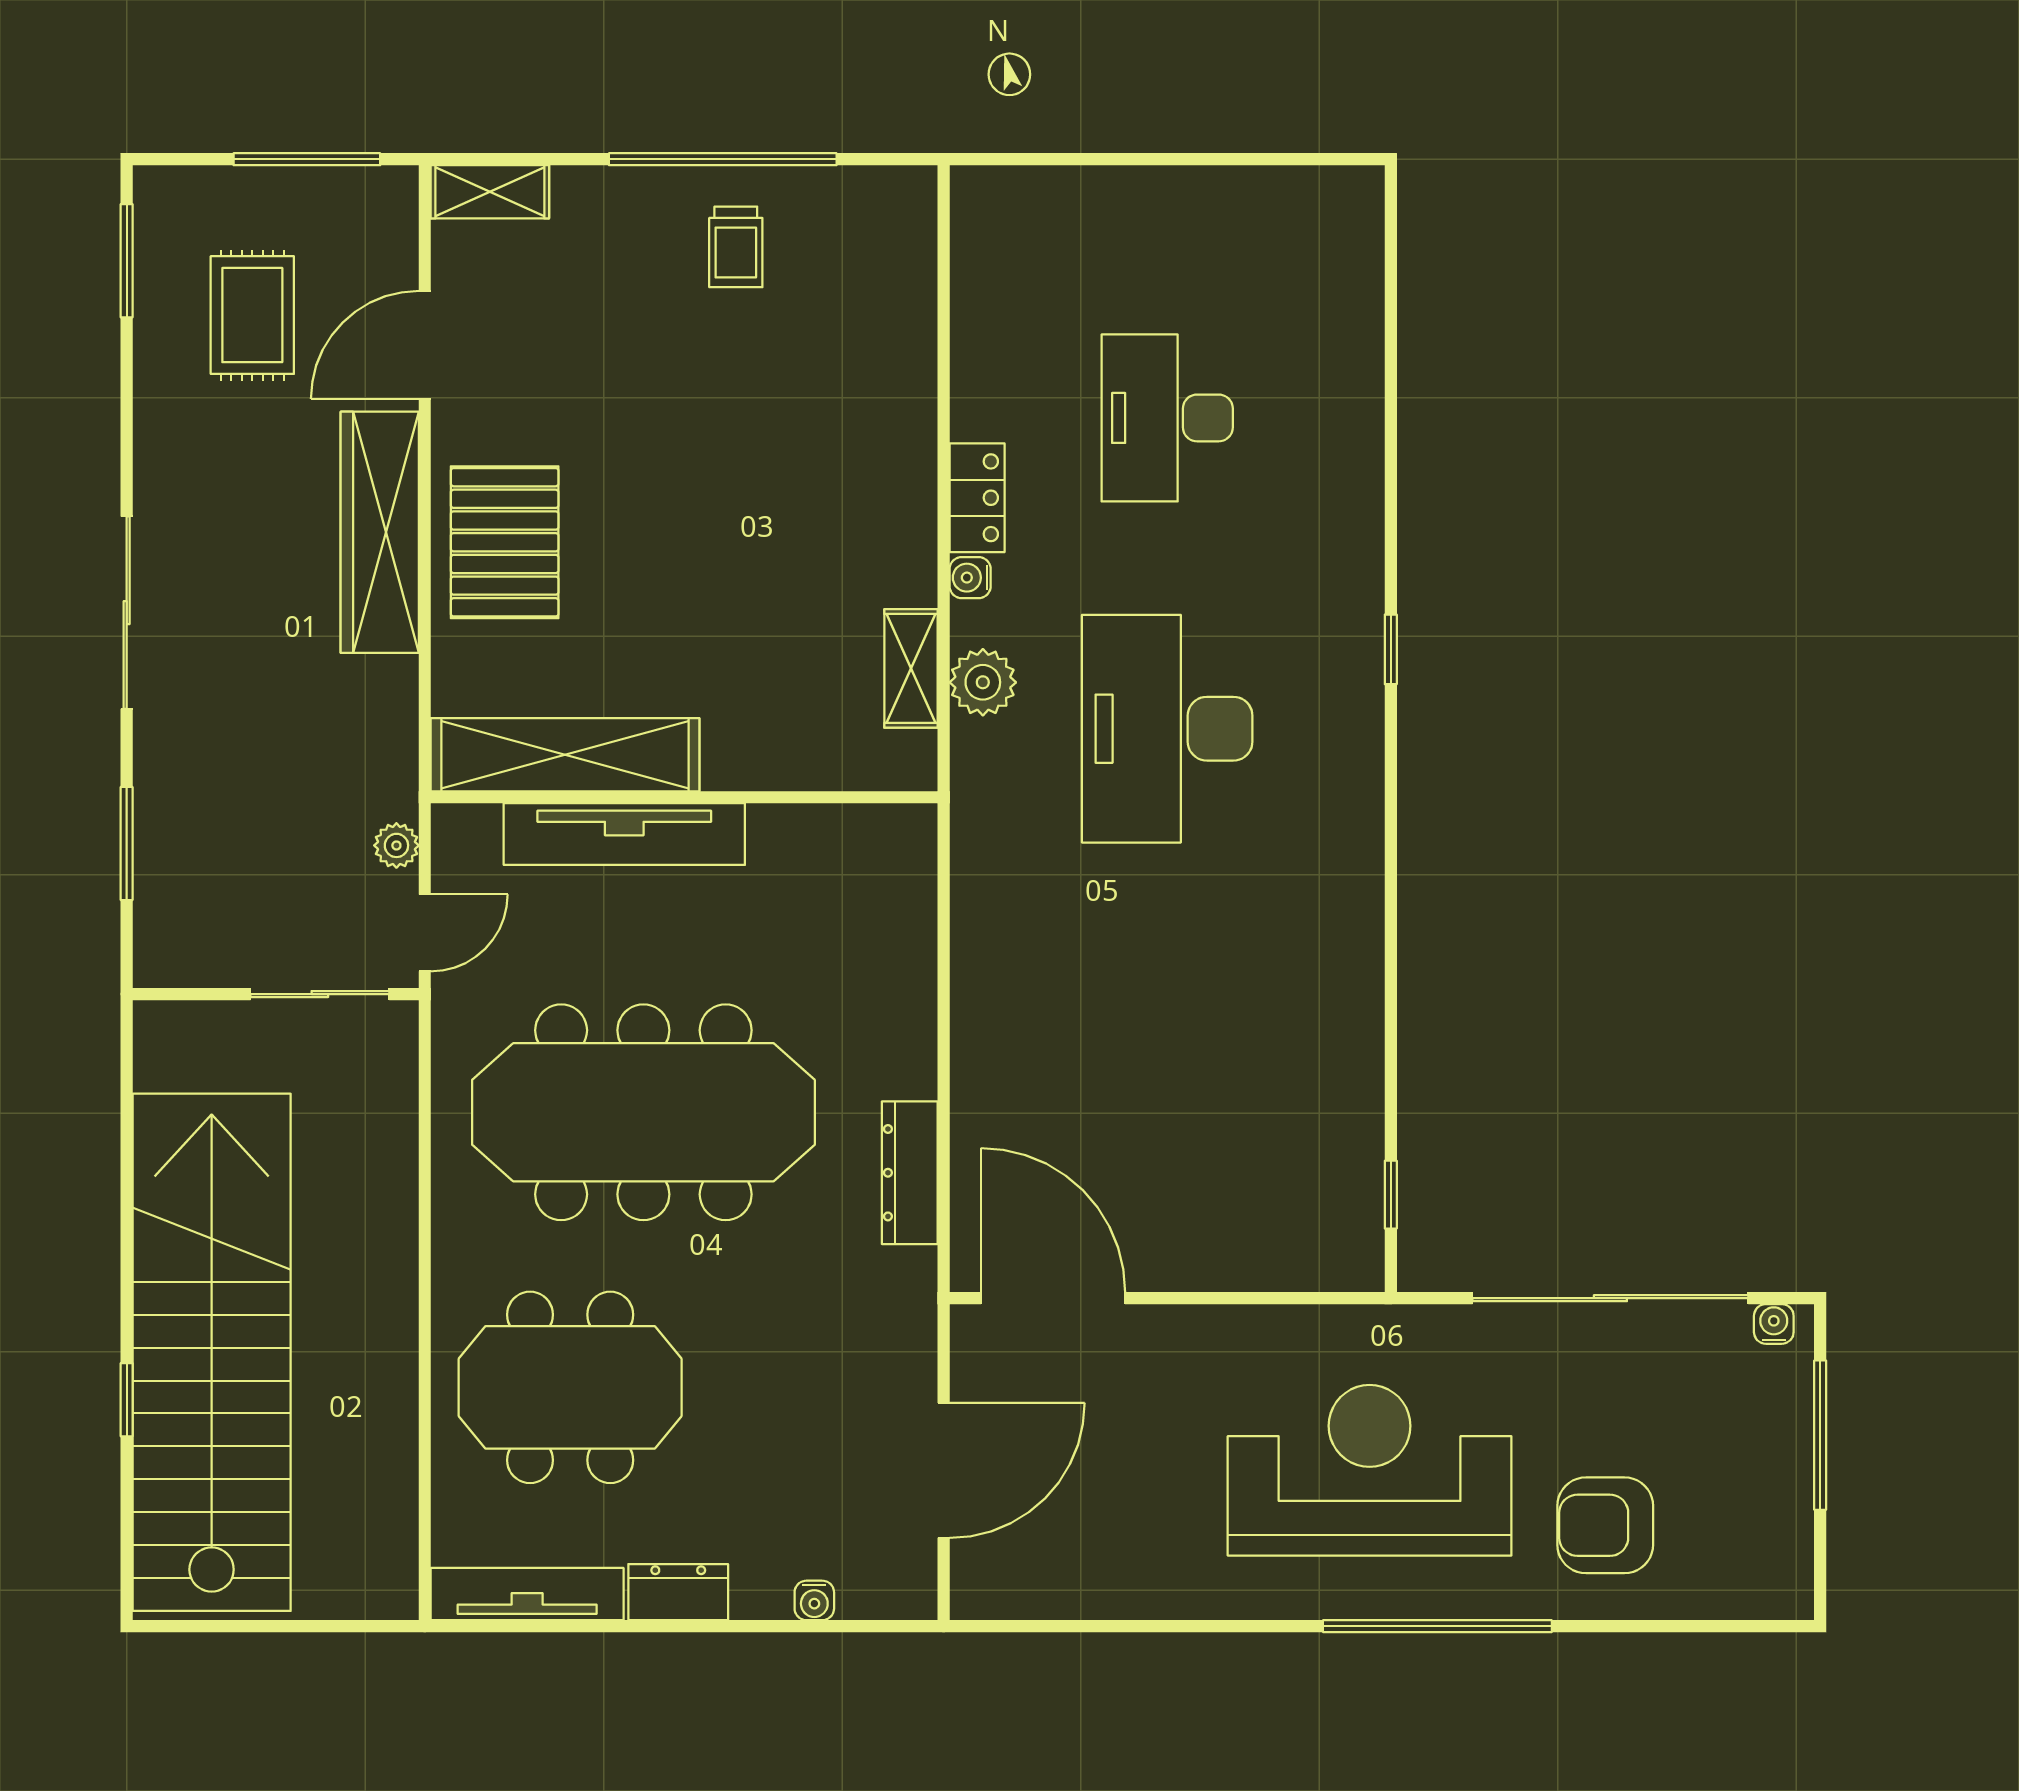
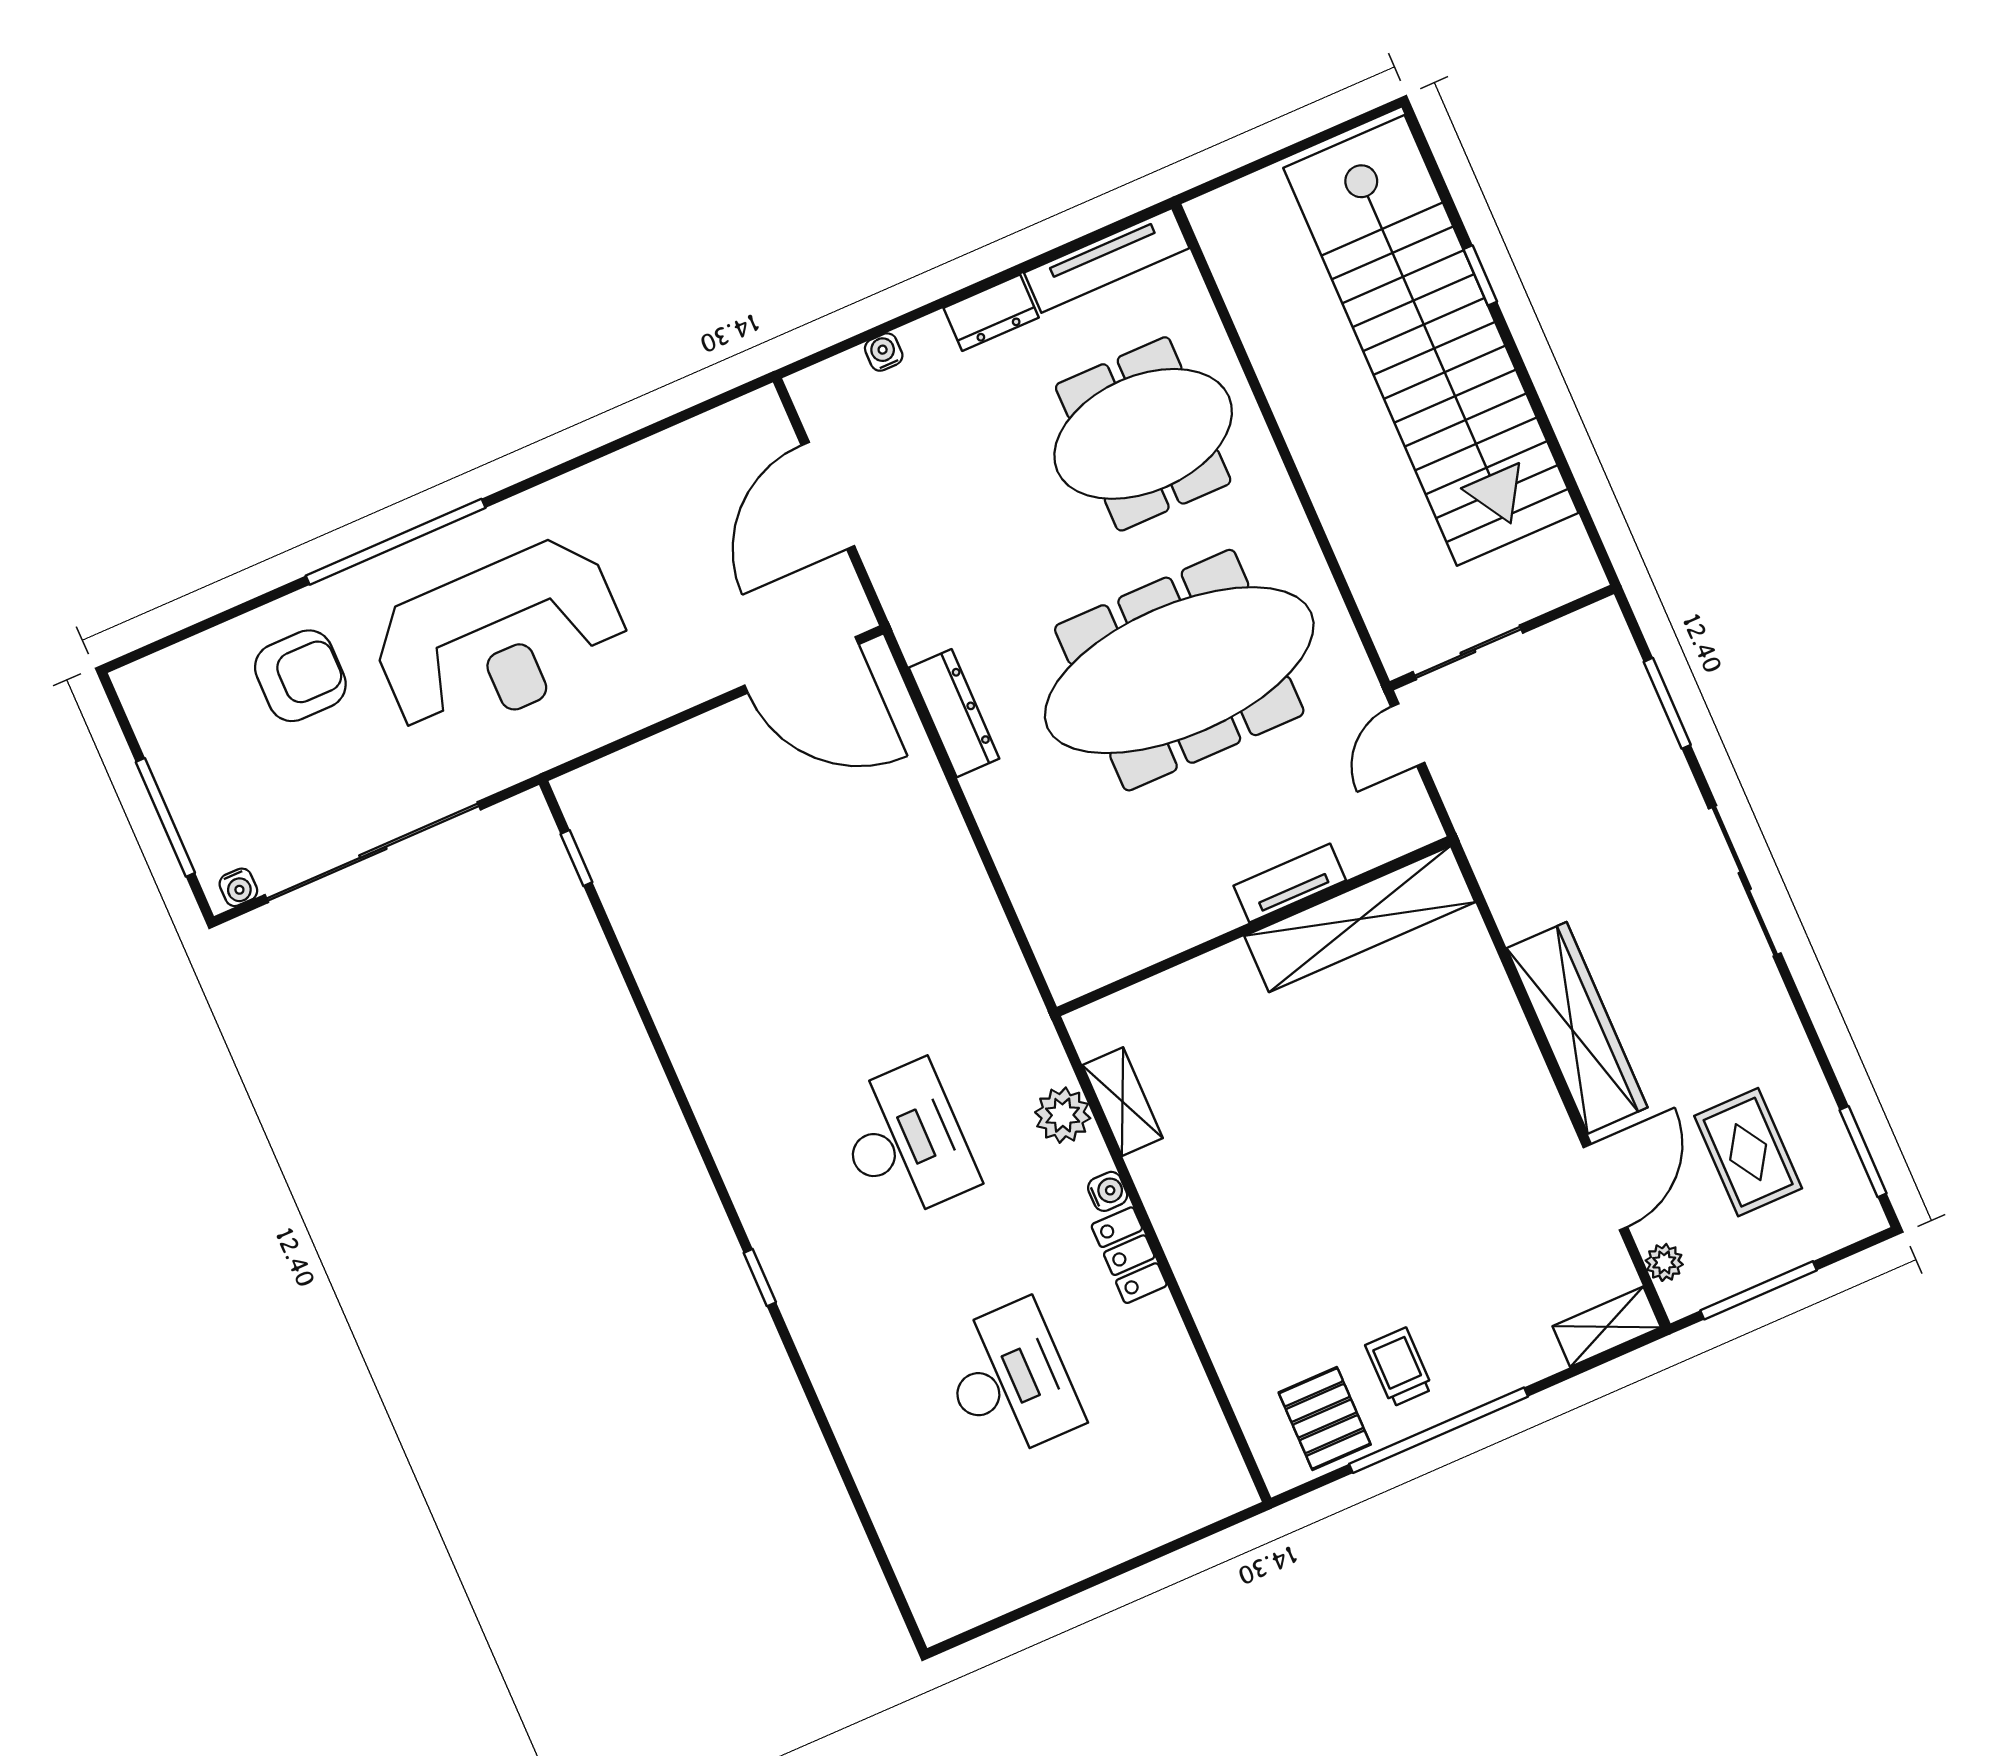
pallet: (505, 542) -> (1325, 1419), moved, width x0.67, depth x0.71
desk: (1167, 729) -> (905, 1141), width x0.73, depth x0.77
tv unit: (624, 834) -> (1290, 883), width x0.52, depth x0.78
plant: (396, 845) -> (1664, 1262), moved

